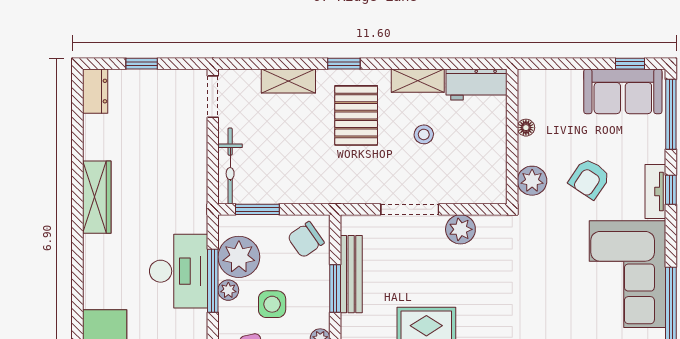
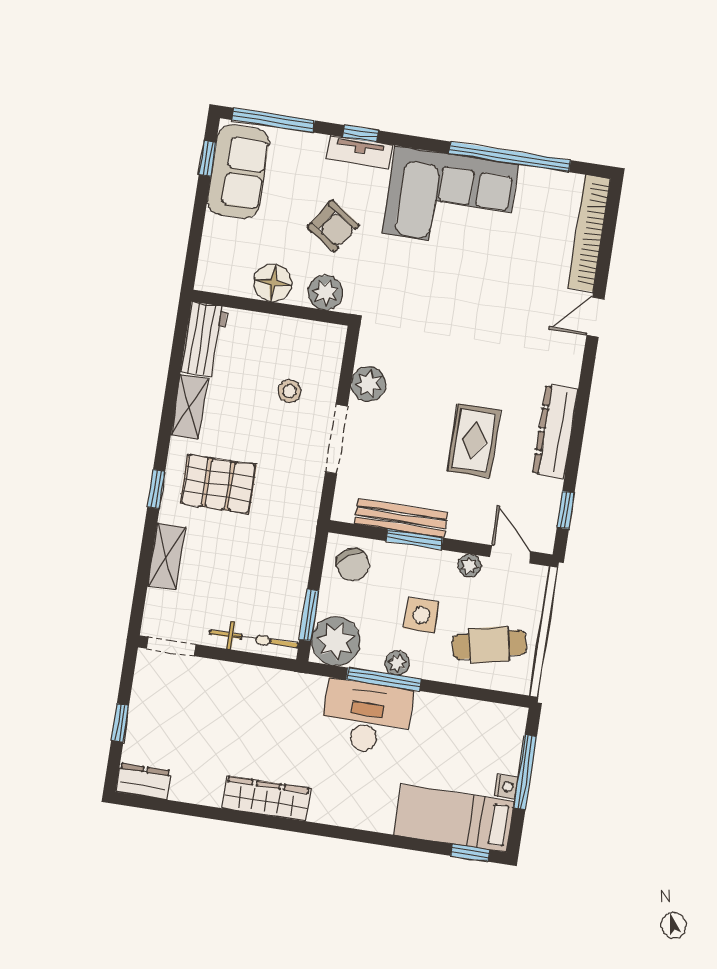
floor lamp: (526, 128) -> (273, 283), width x1.89, depth x1.89
stool: (424, 134) -> (289, 391), moved
plant: (239, 257) -> (336, 641), moved

